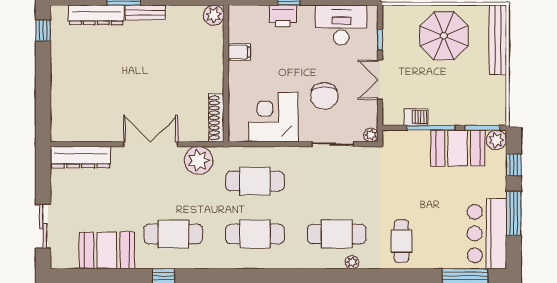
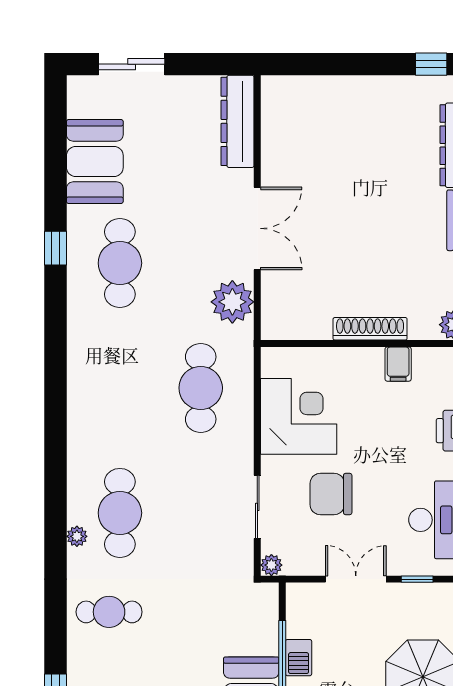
barbecue: (416, 117) -> (299, 658), moved
shoe rack: (216, 118) -> (370, 329), moved
cafe table: (255, 234) -> (120, 388), removed

